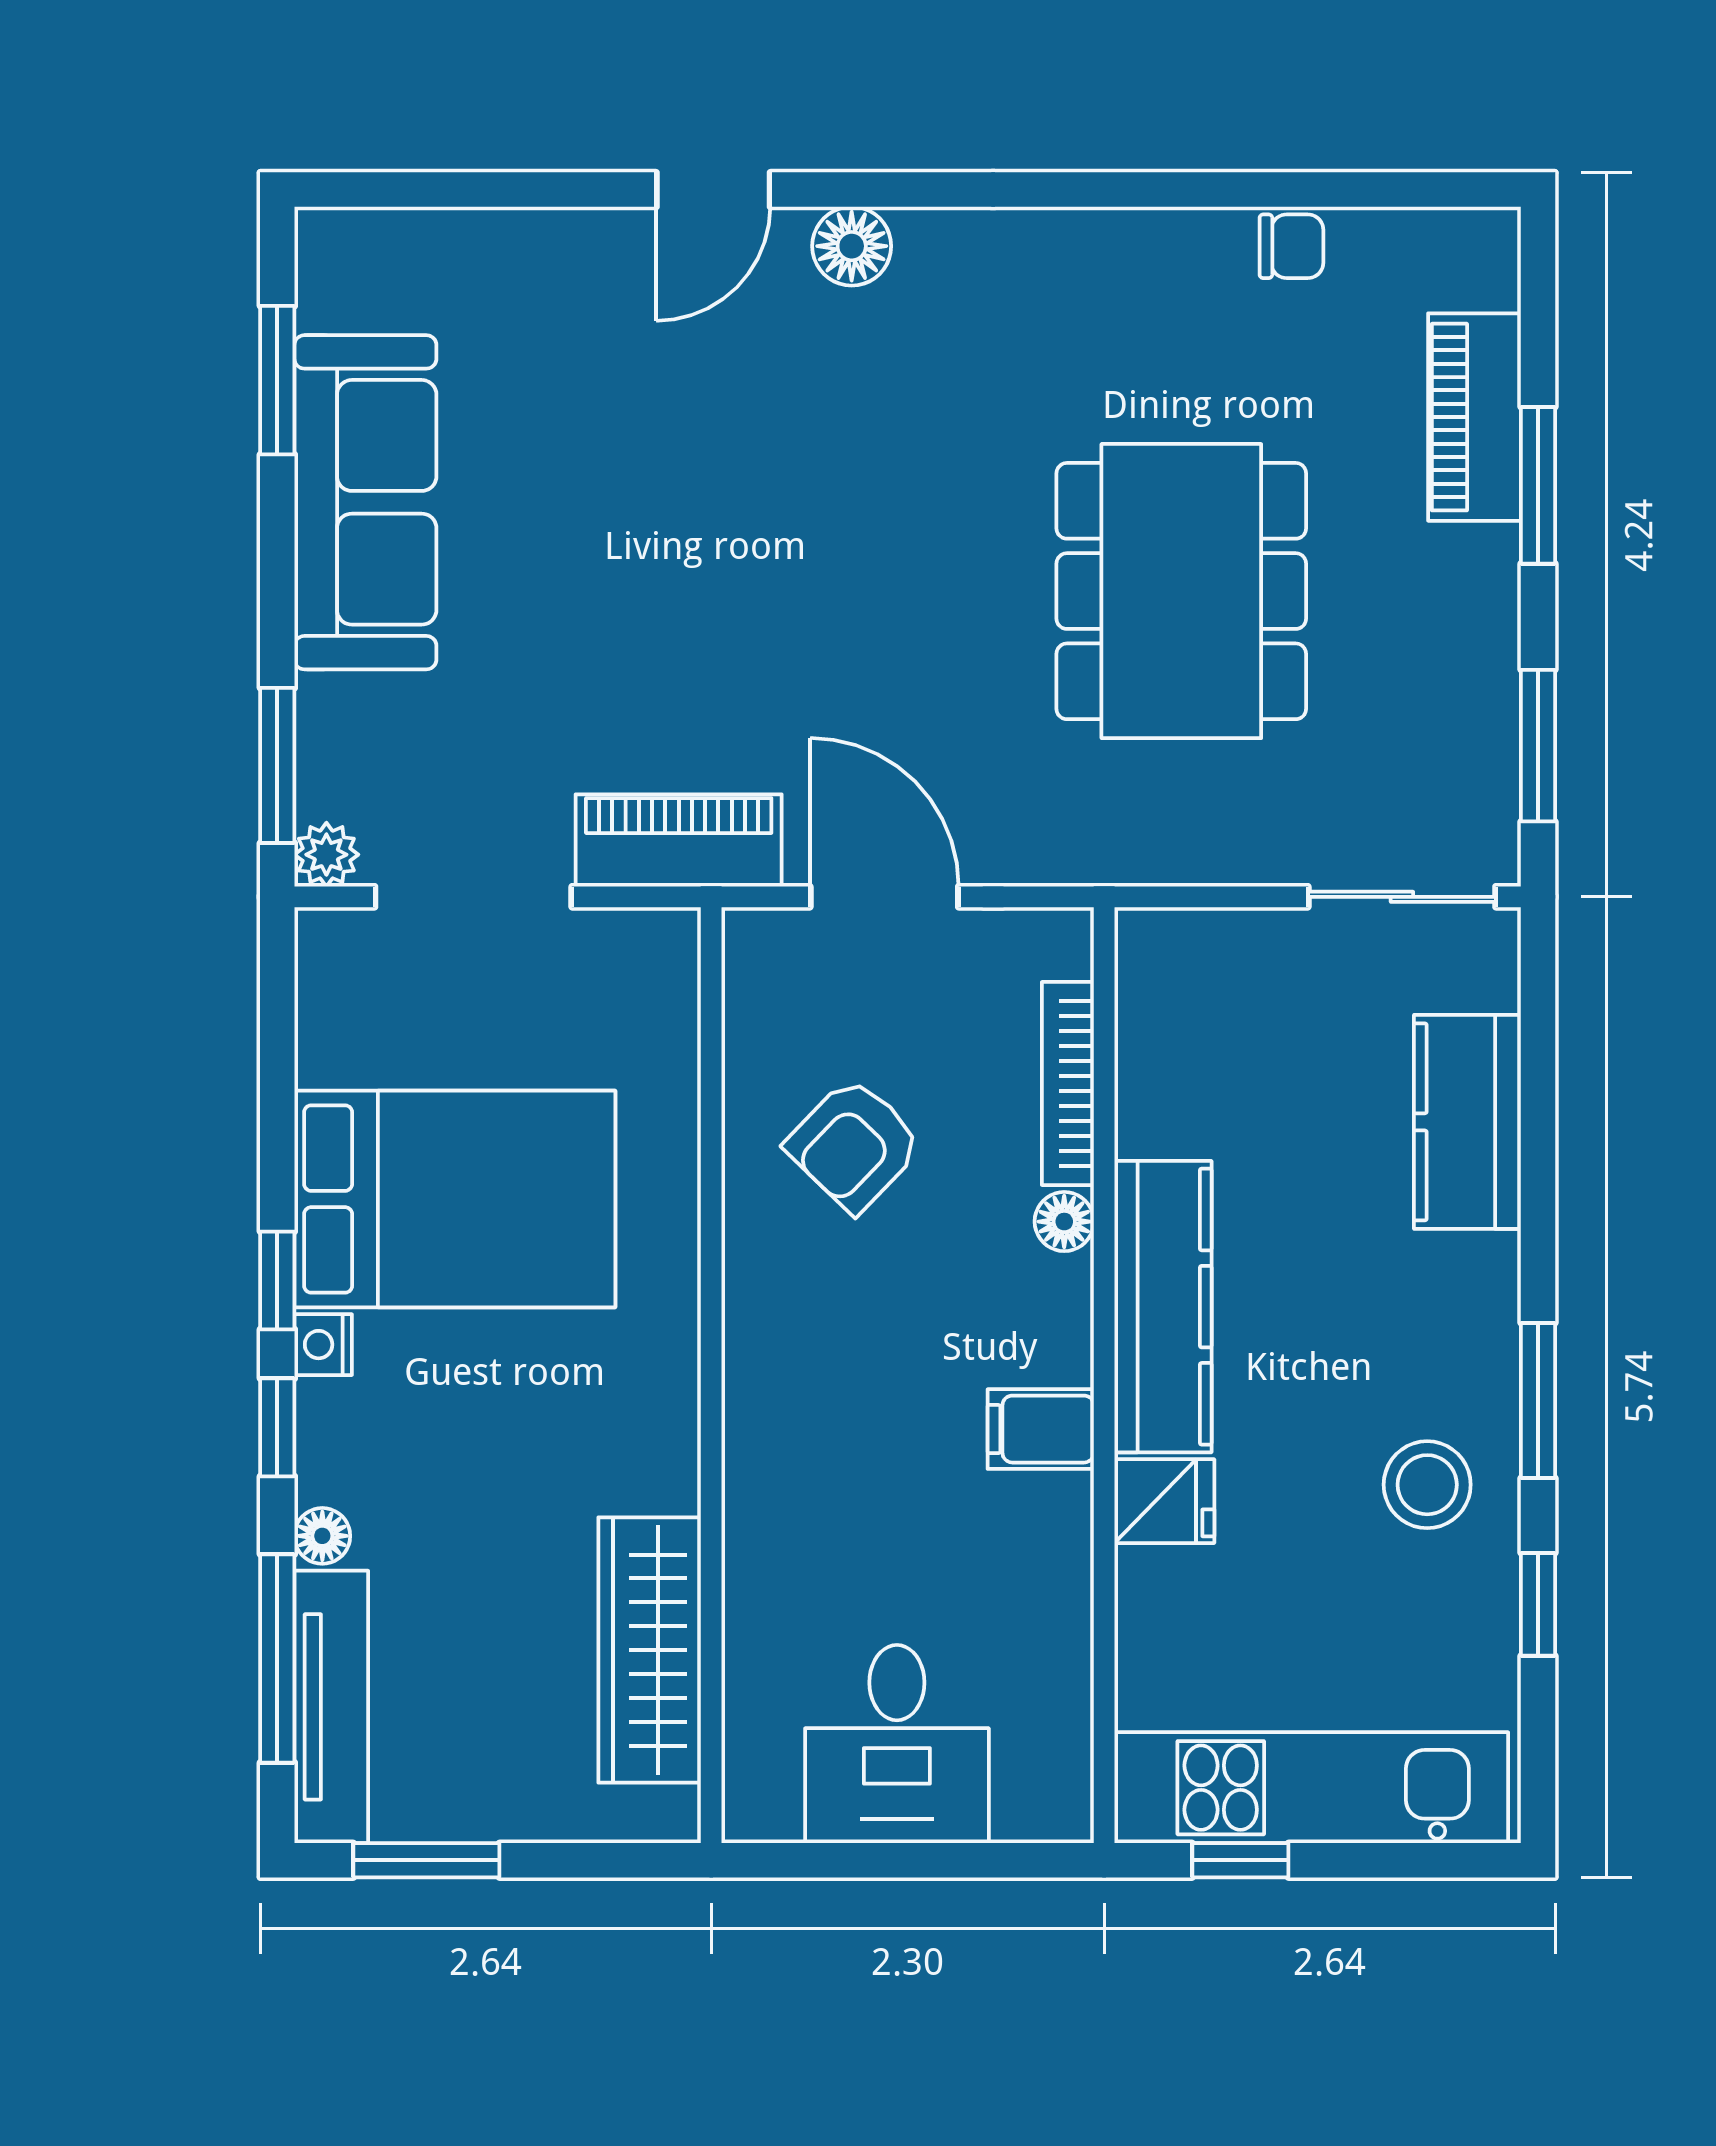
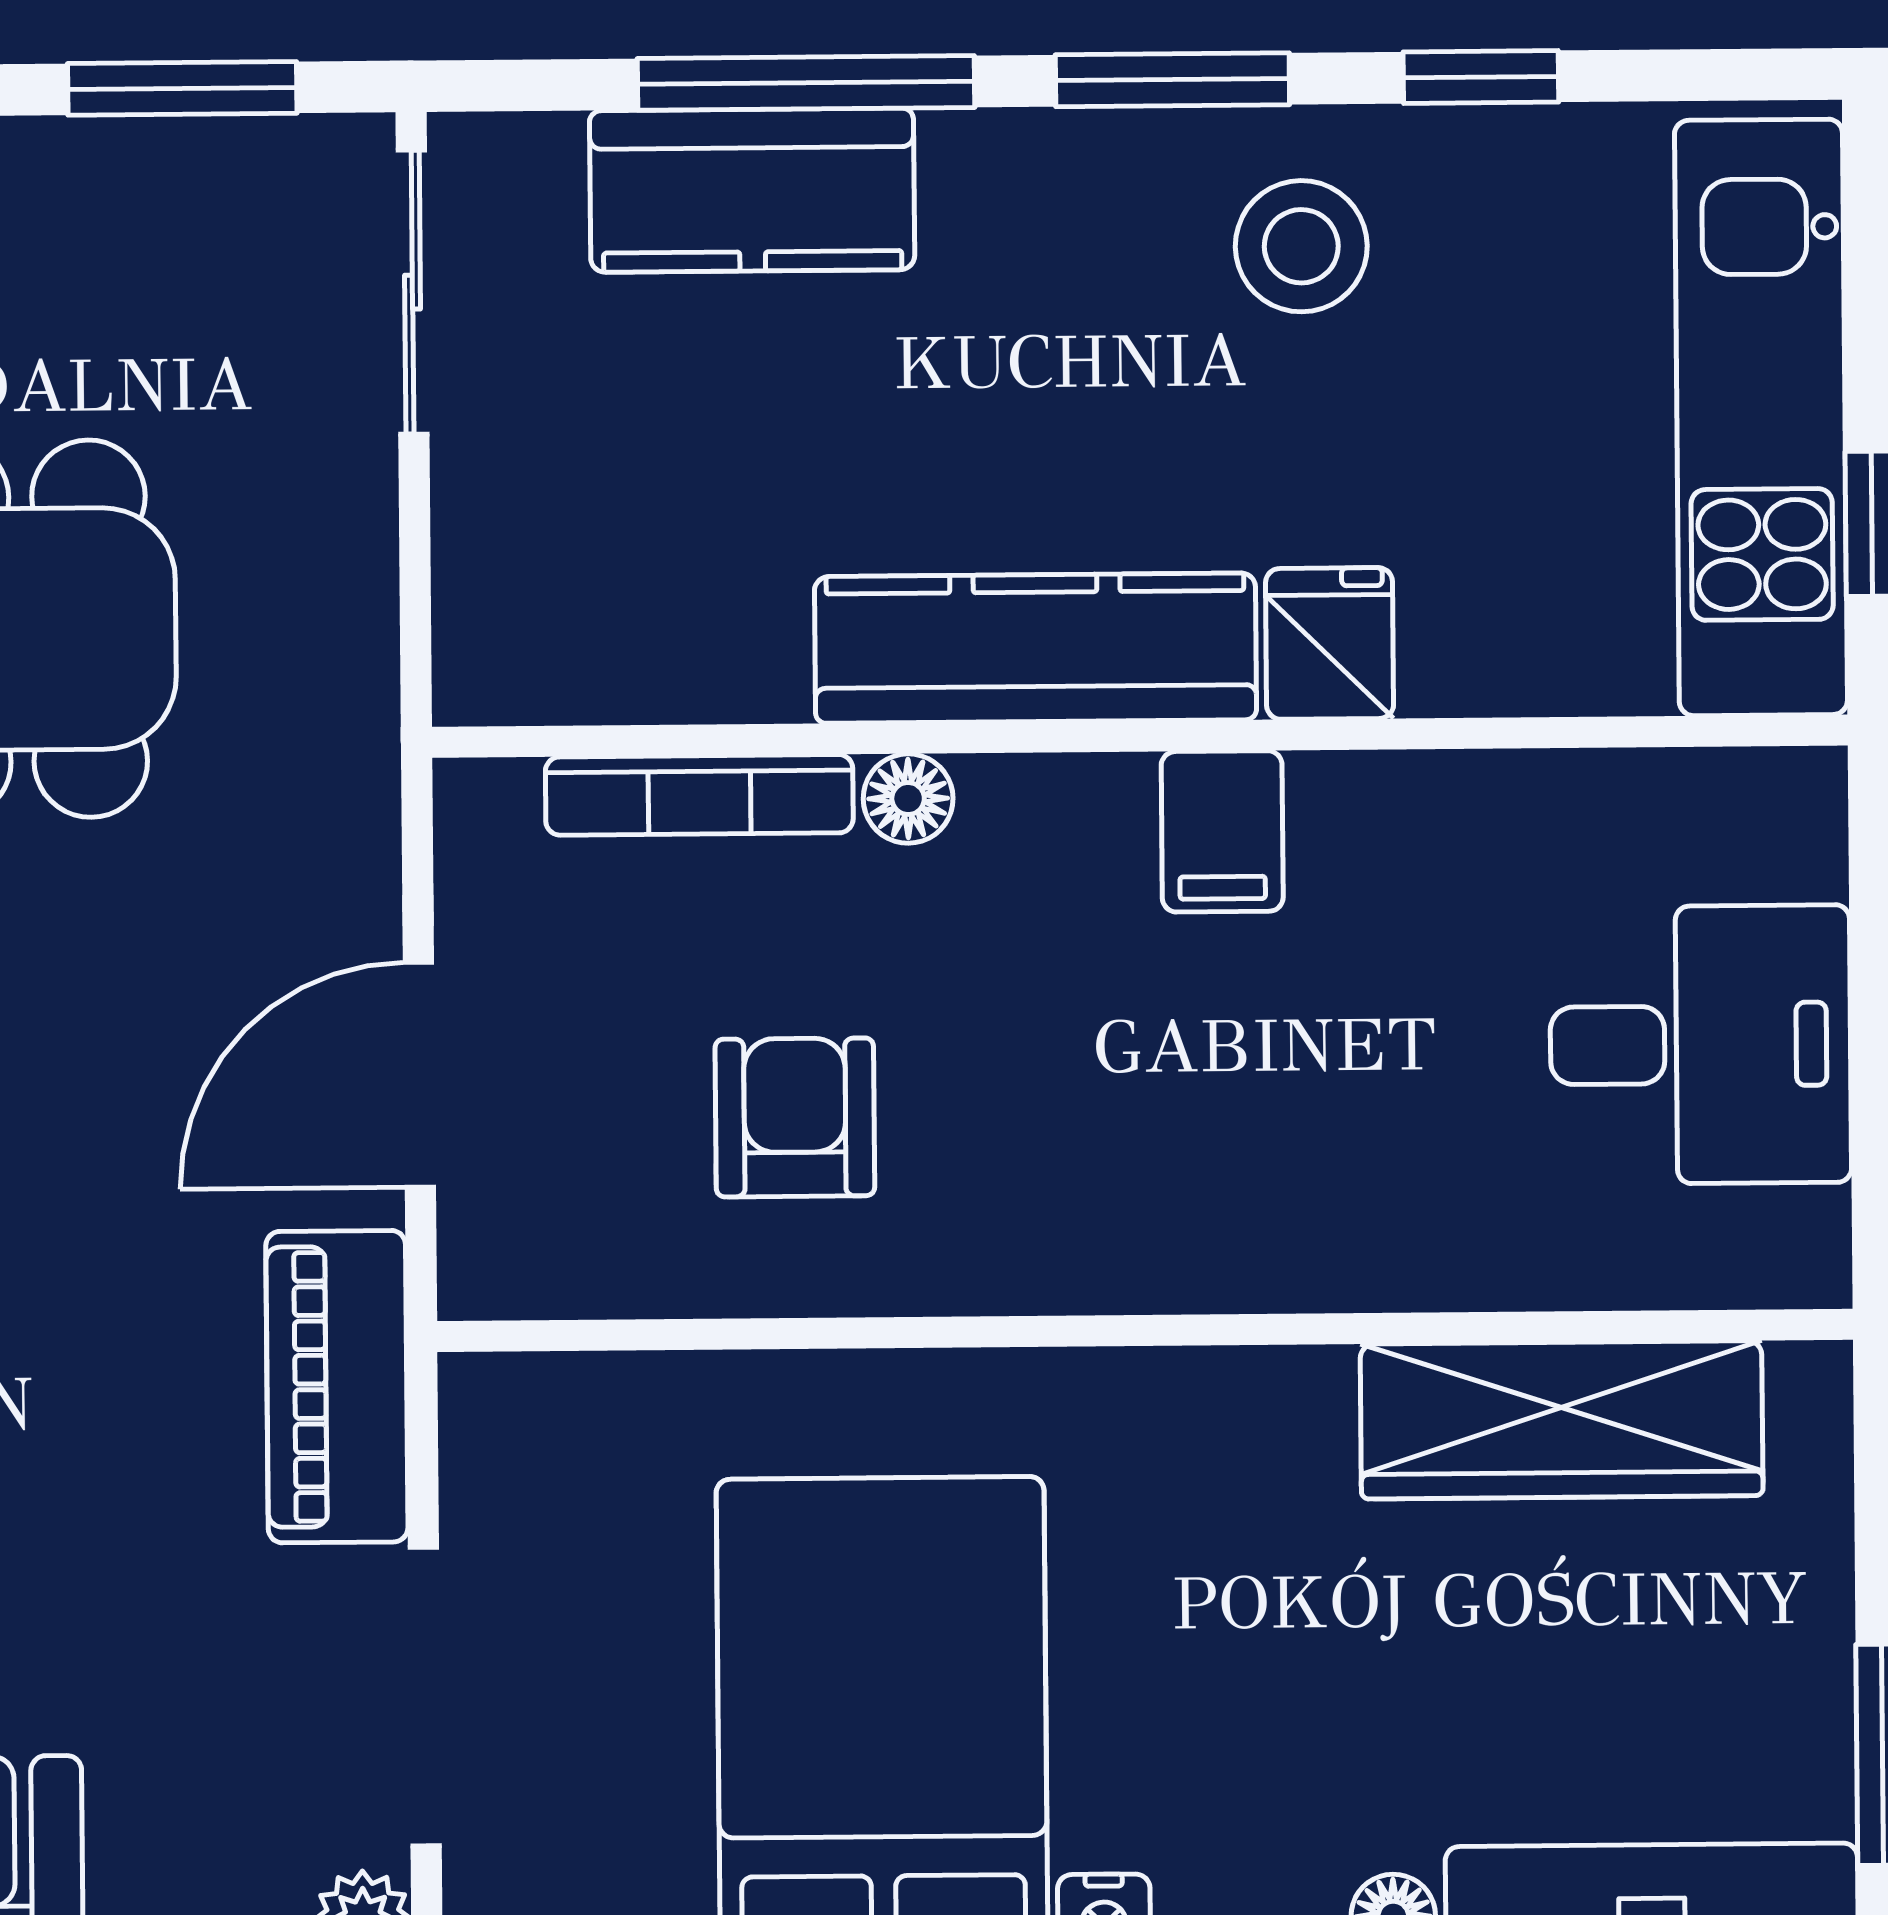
armchair: (854, 1145) -> (795, 1117), turned -134
window: (1538, 1158) -> (806, 83), added

